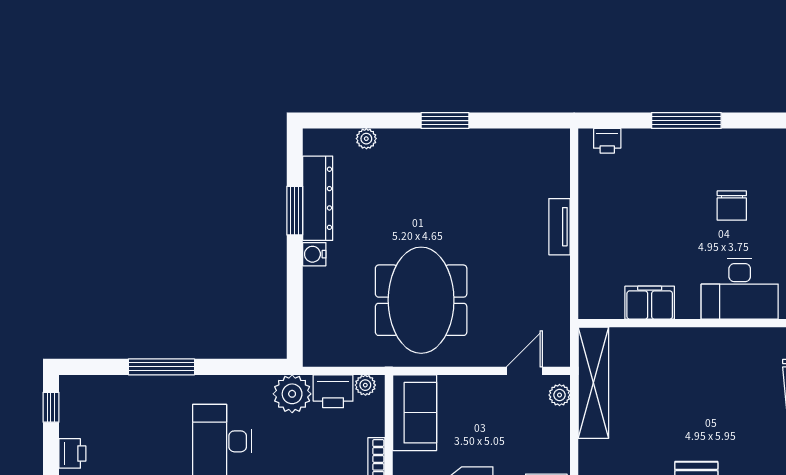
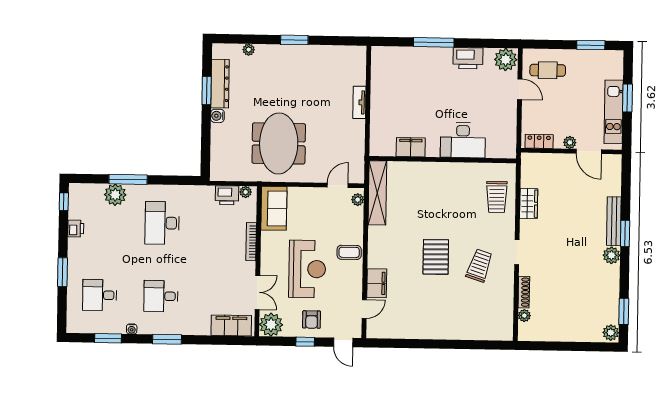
printer: (607, 141) -> (468, 58), moved, width x1.87, depth x1.48
chair: (732, 206) -> (459, 92), removed
plant: (292, 394) -> (115, 195), moved

